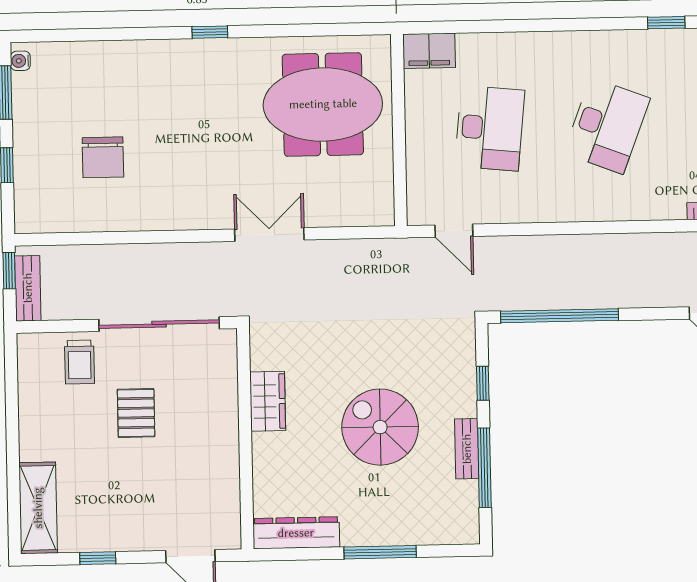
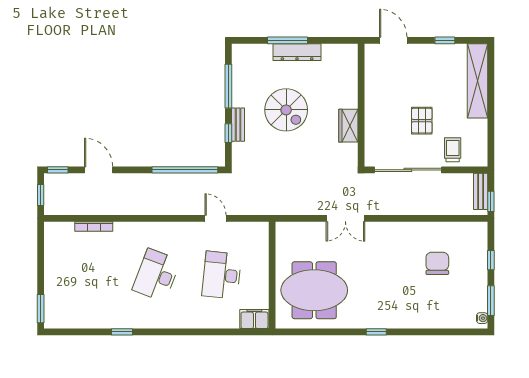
door: (454, 231) -> (215, 218), moved
bench: (467, 449) -> (238, 125), moved
shelving: (38, 508) -> (477, 81), width x1.47
dresser: (296, 533) -> (297, 52), moved

